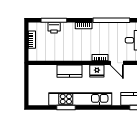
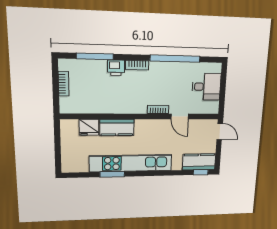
printer: (54, 28) -> (116, 68), moved
fridge: (97, 71) -> (89, 127), moved

